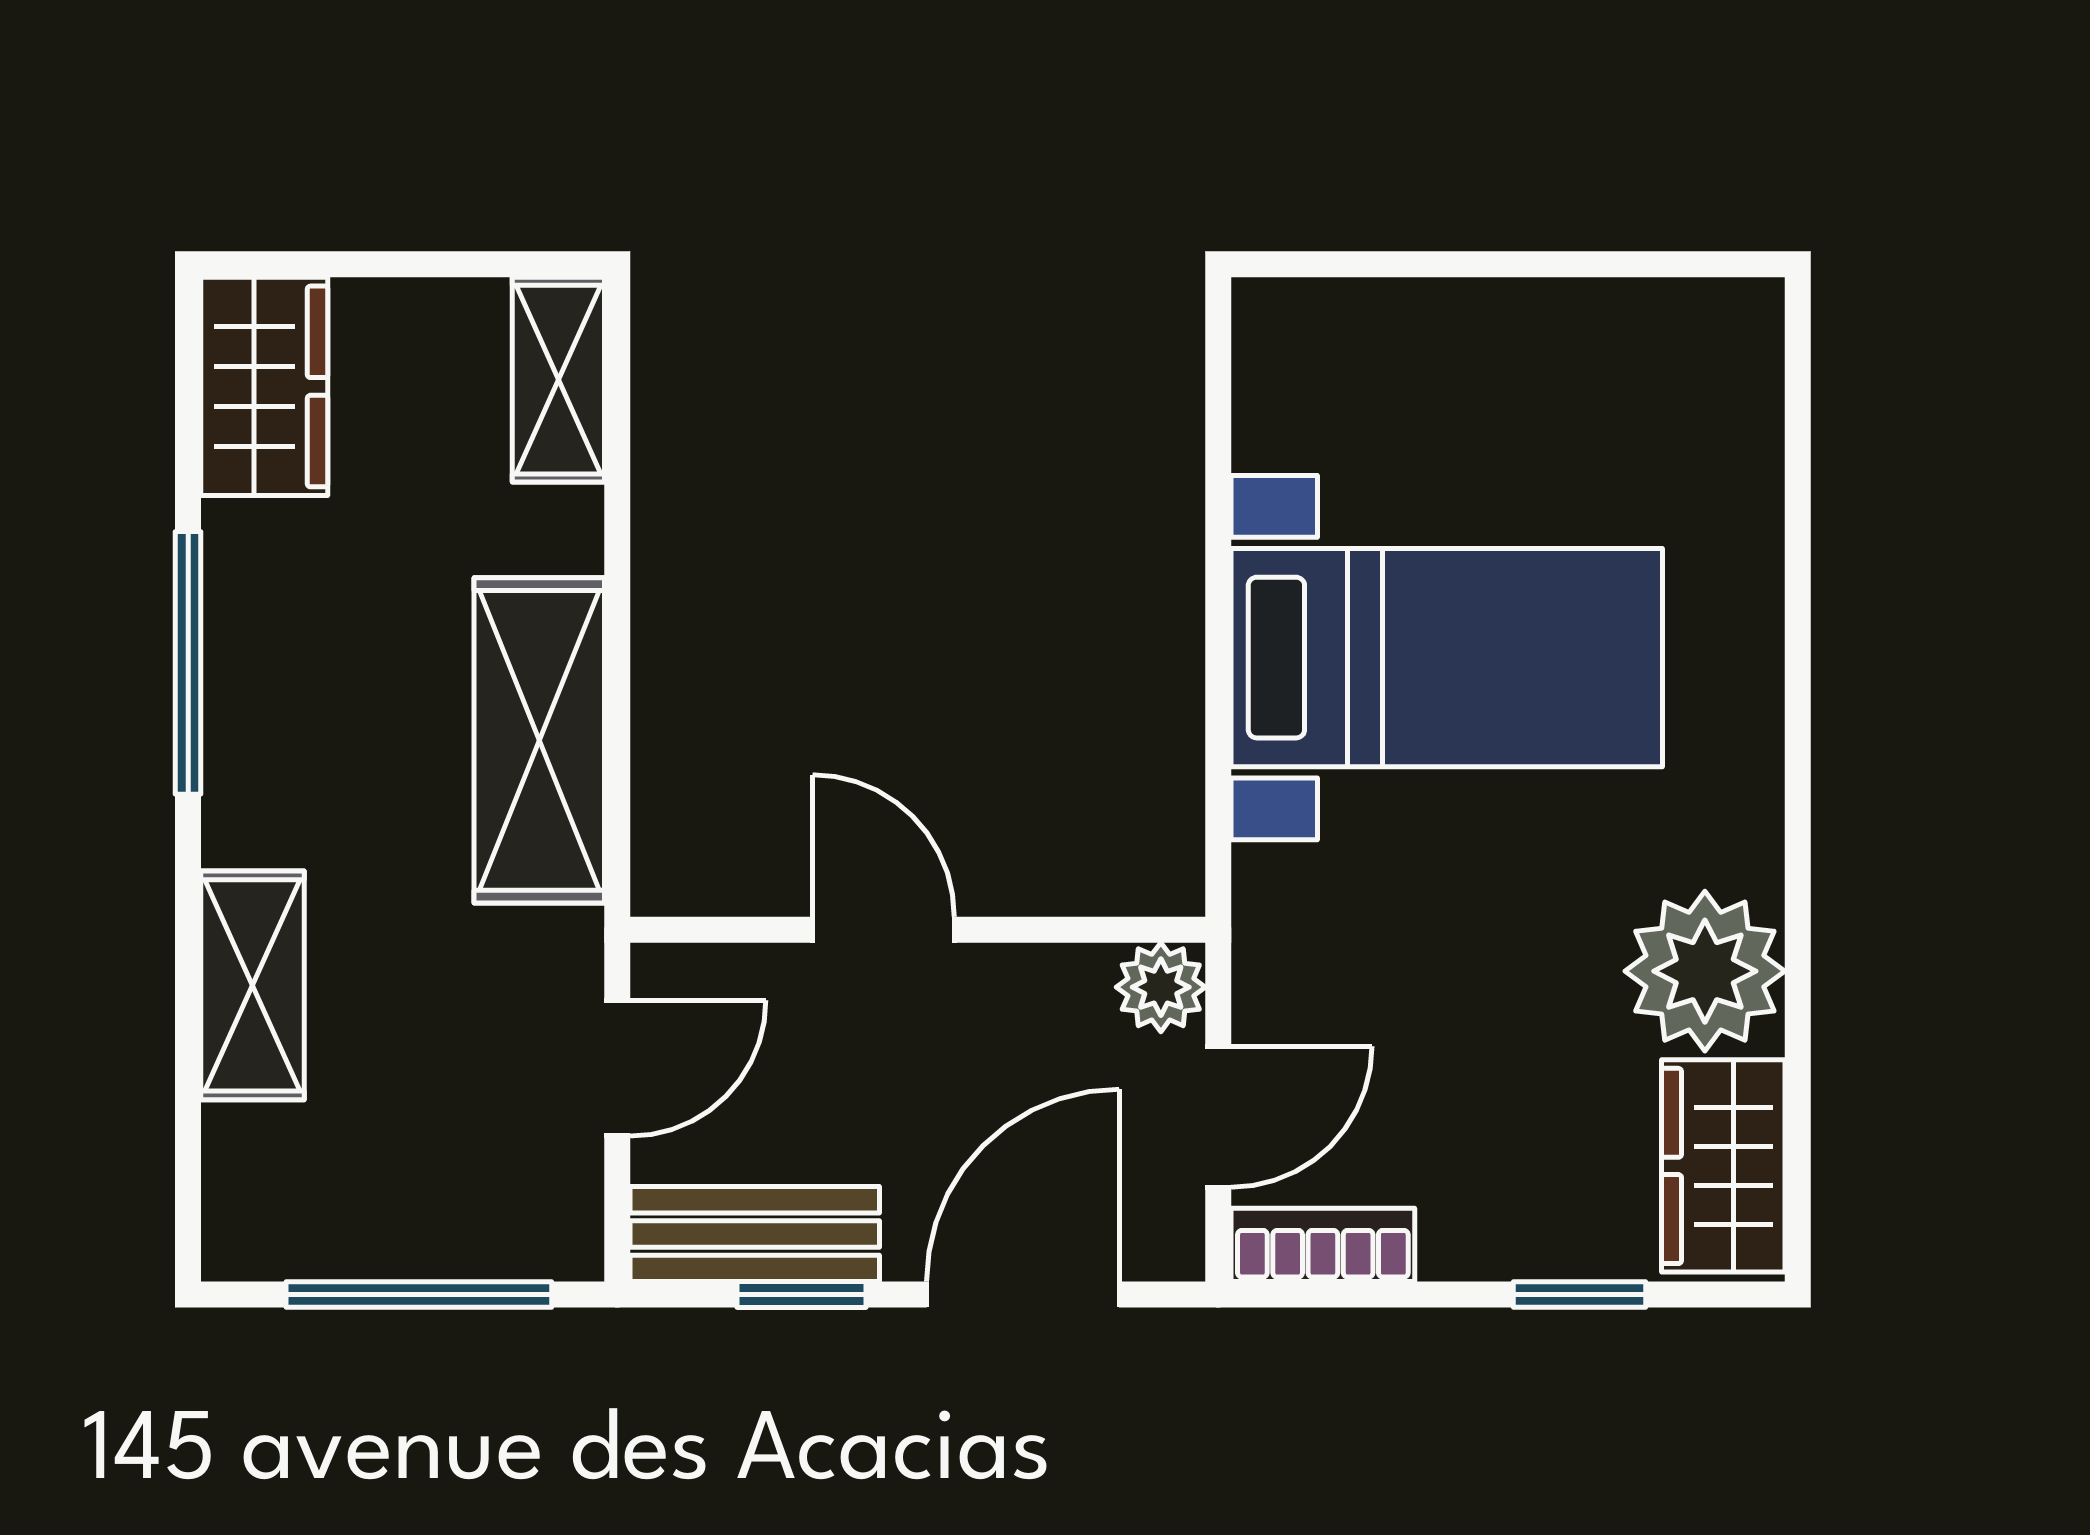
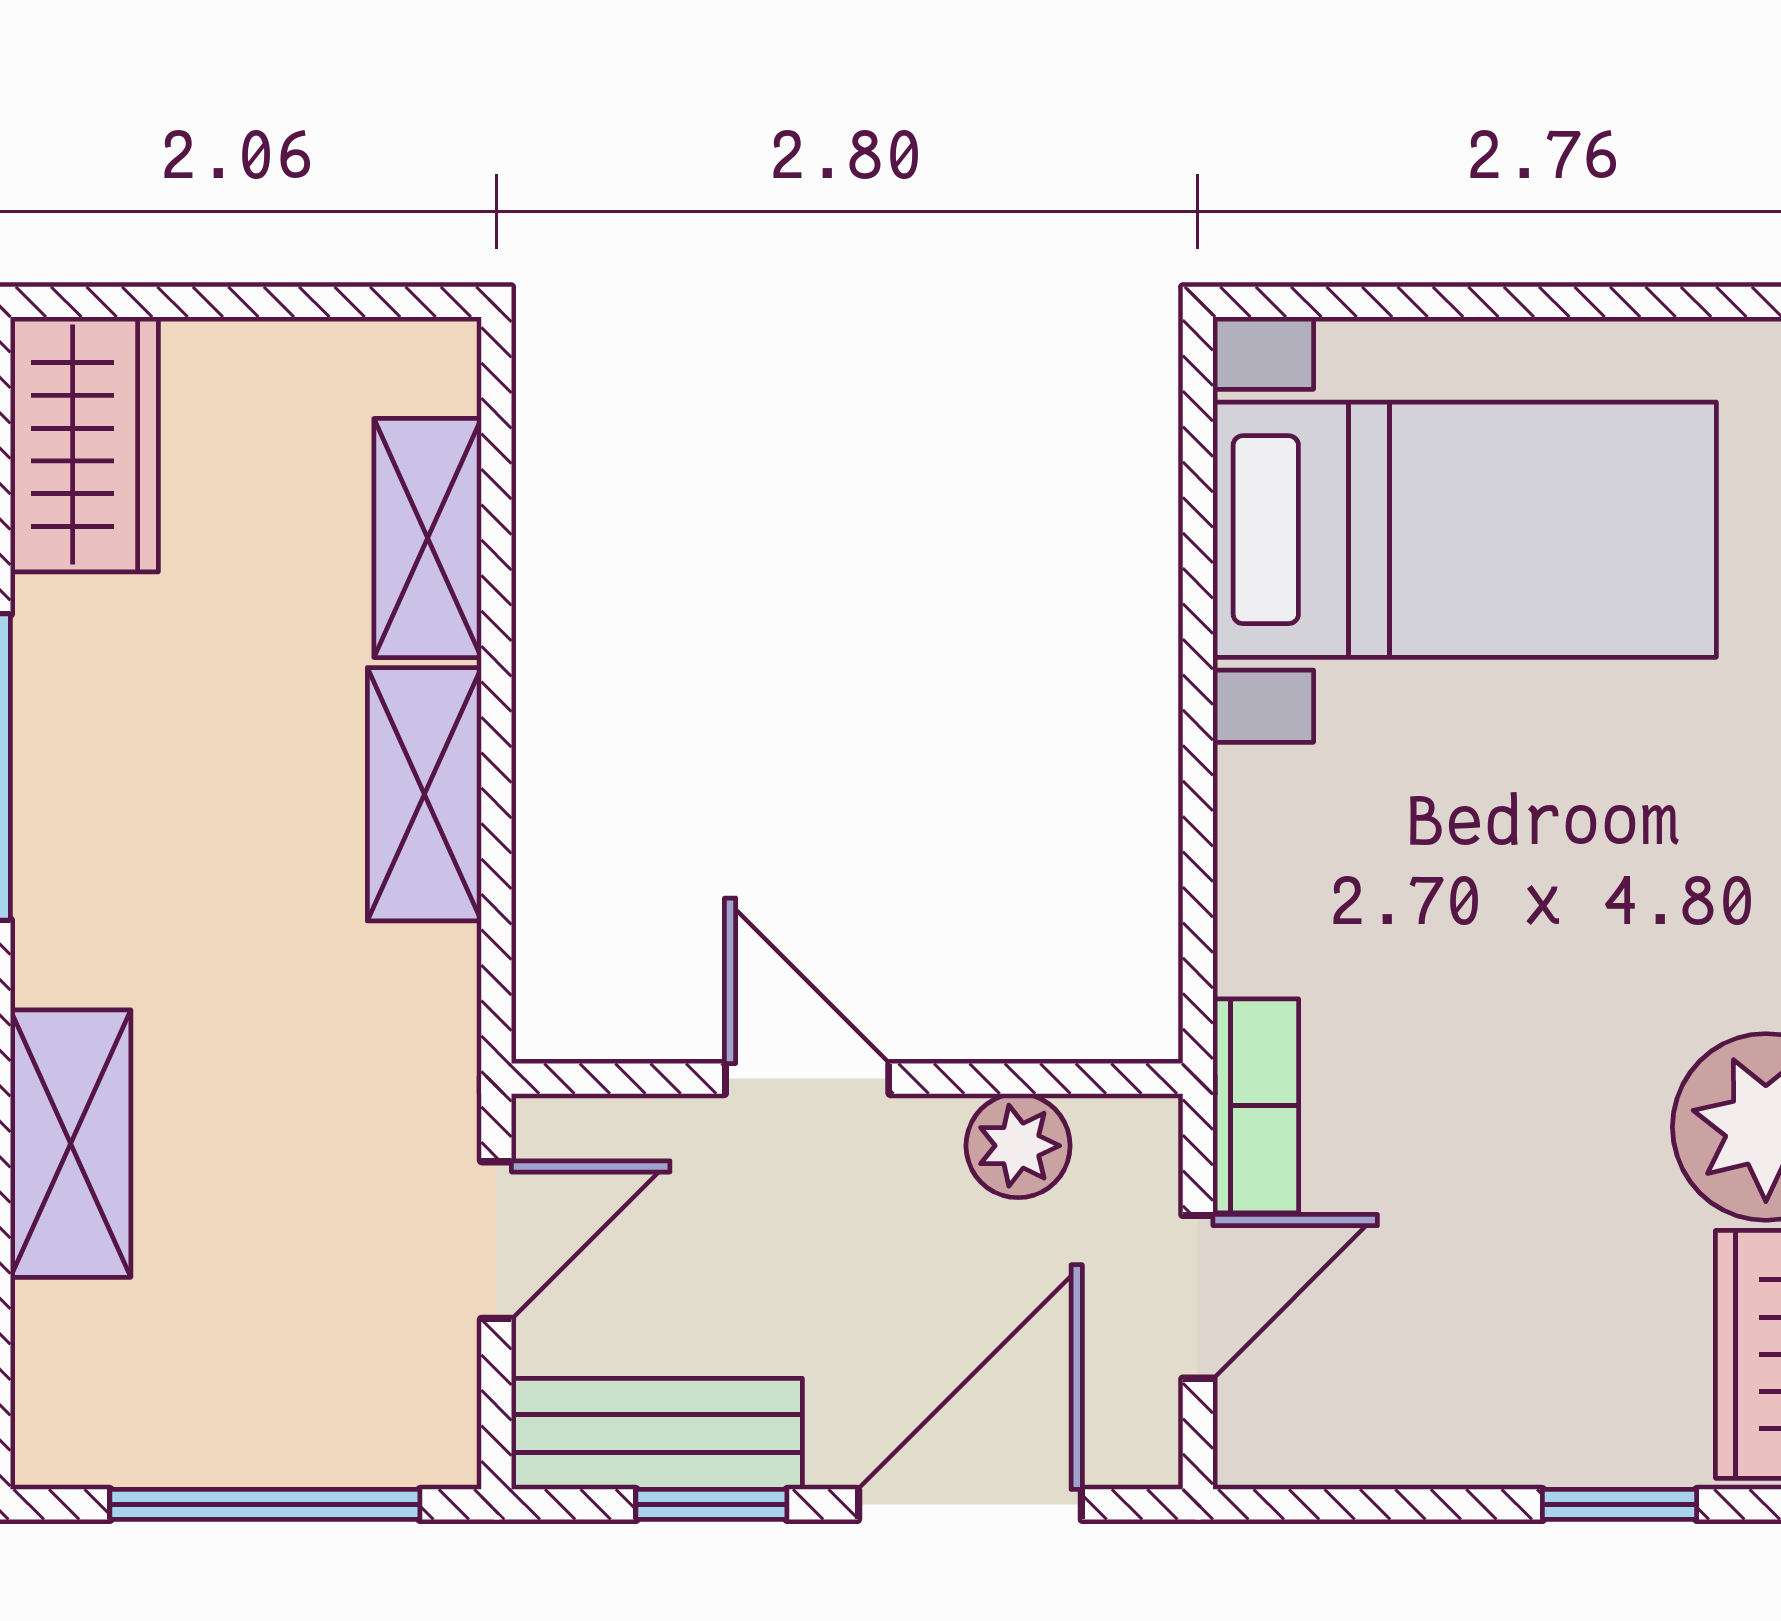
shelving: (558, 380) -> (428, 538), moved
bed with nightstands: (1447, 658) -> (1465, 530), moved
shelving: (539, 740) -> (424, 794), width x0.67, depth x0.75
plant: (1161, 987) -> (1018, 1146), moved
bookcase: (1323, 1245) -> (1256, 1106), moved, turned 90

